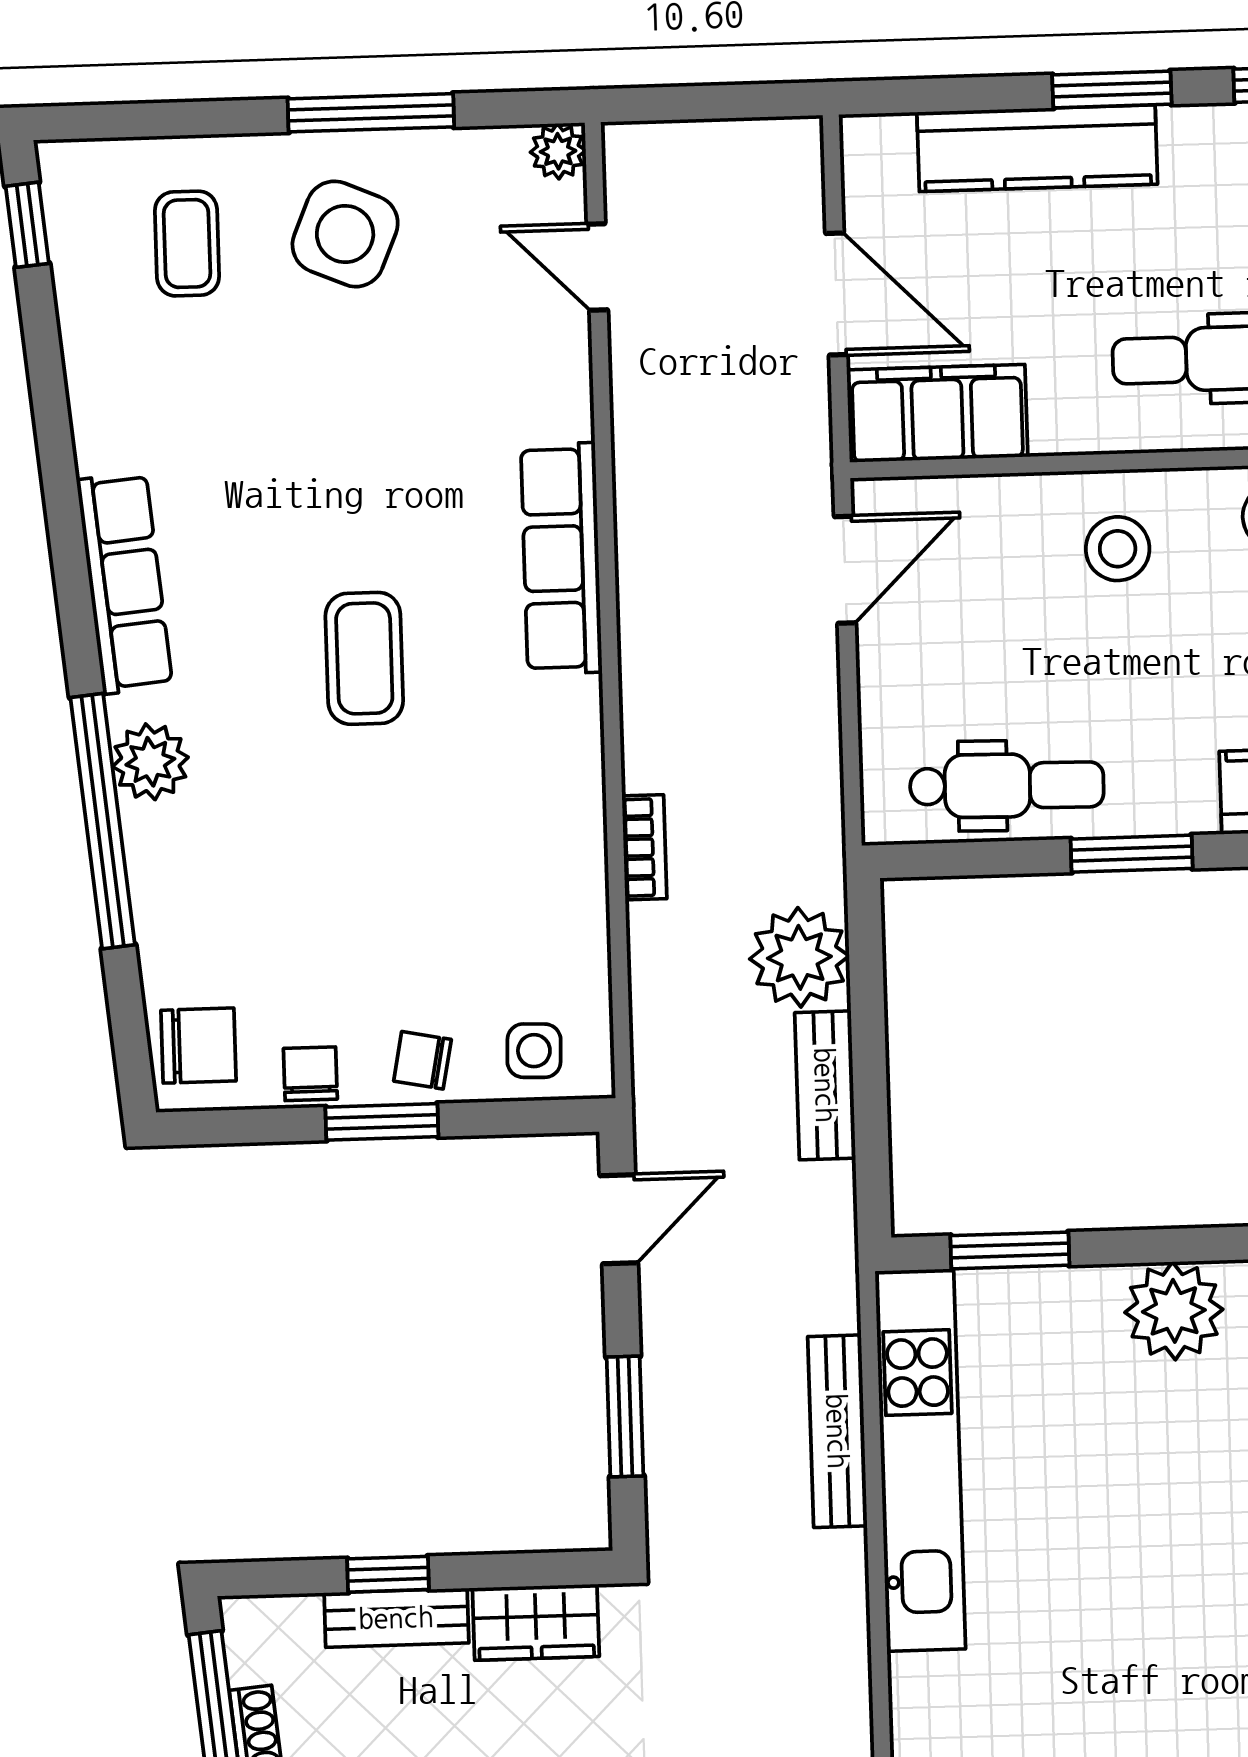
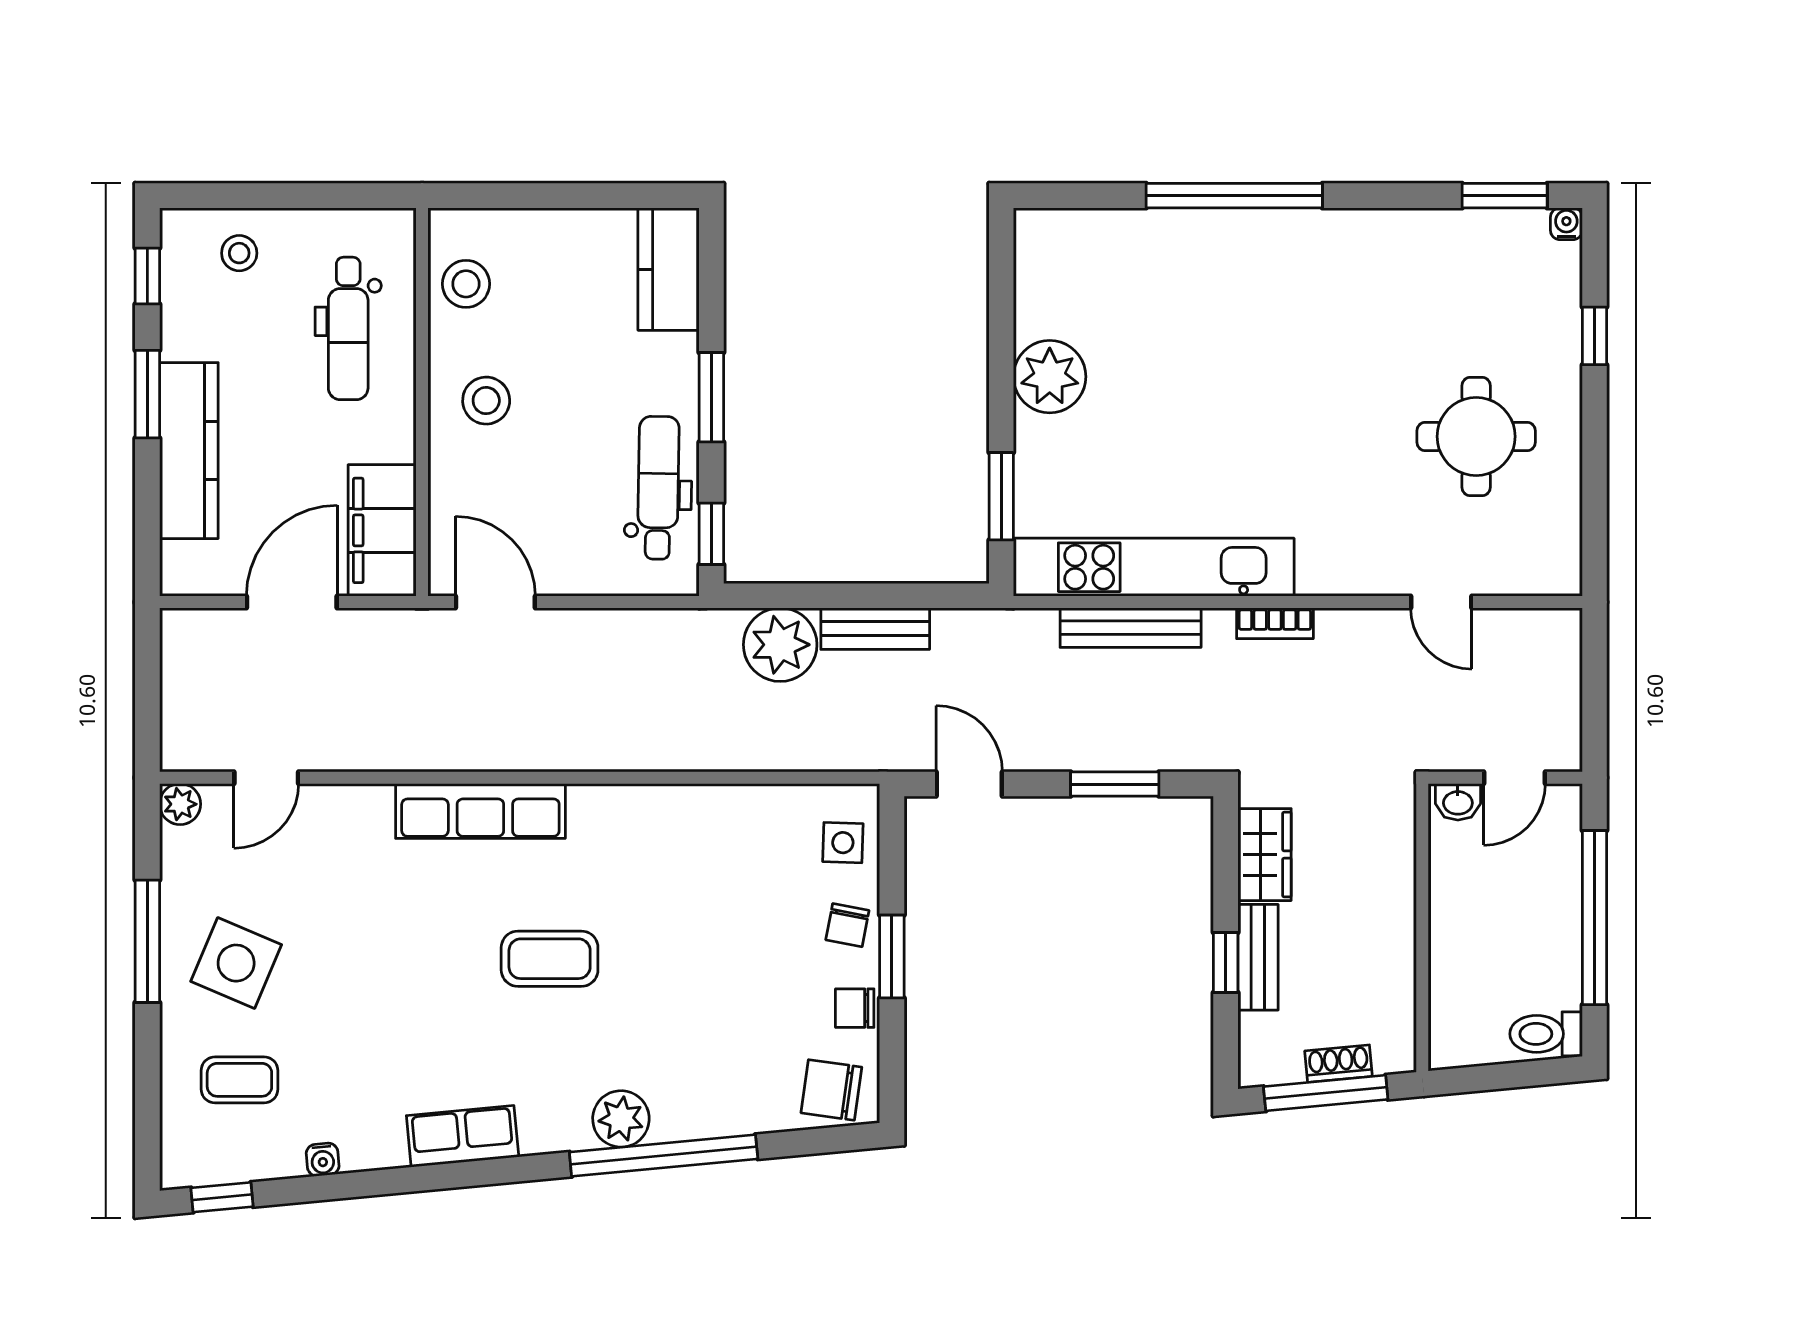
water cooler: (83, 360) -> (323, 1160), added
row of seats: (124, 583) -> (463, 1136), width x0.68
bookcase: (644, 847) -> (1275, 623), moved, turned 180
window: (947, 859) -> (711, 534), added
chair: (199, 1046) -> (831, 1090), turned -82

